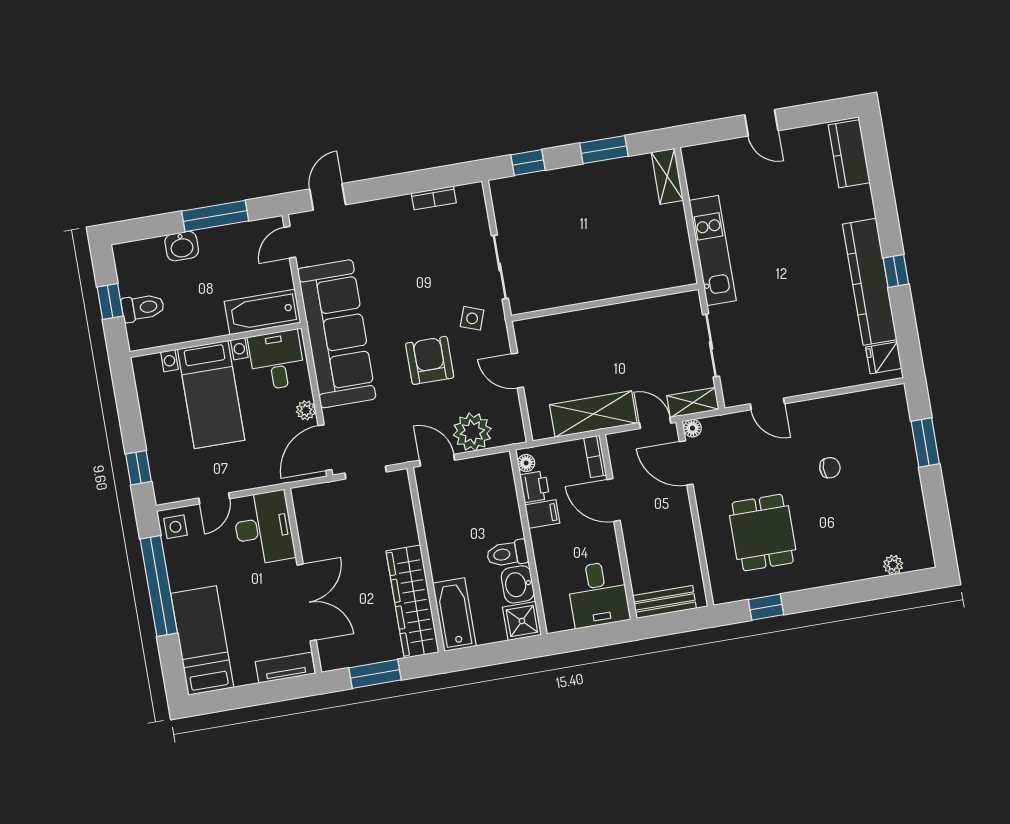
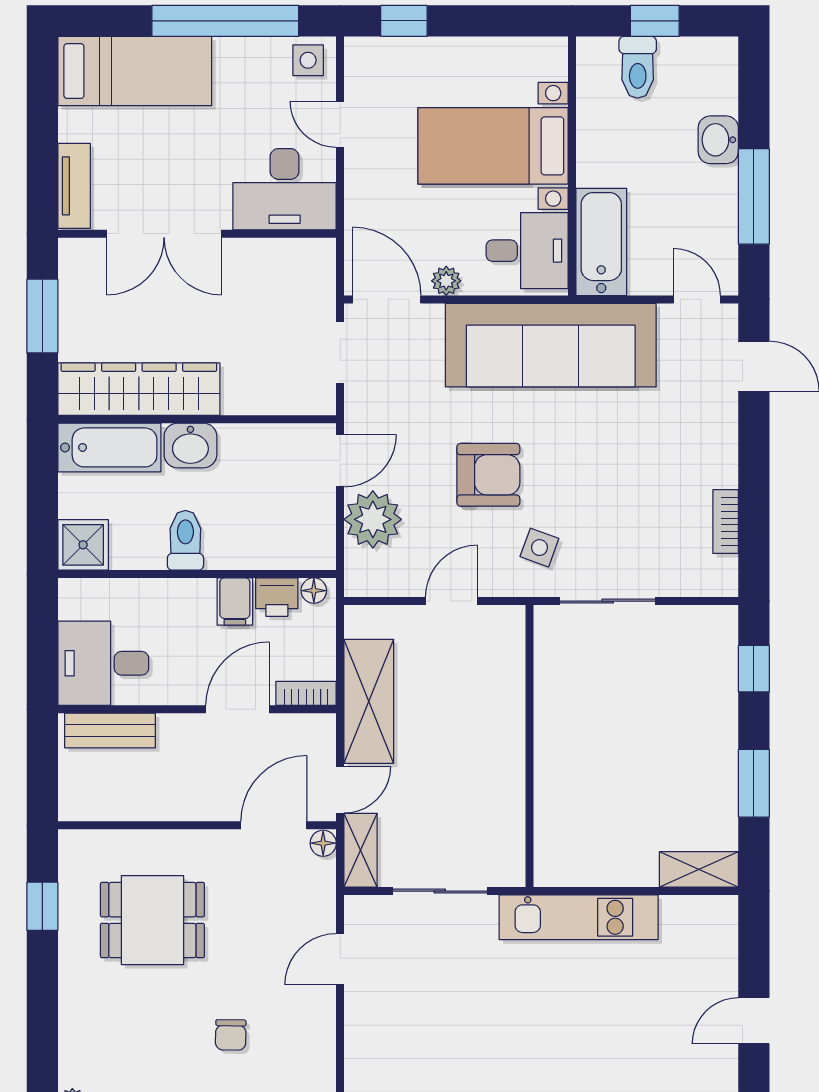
washbasin: (518, 584) -> (190, 445), moved, turned 180
bench: (664, 602) -> (110, 730), moved, turned 90

